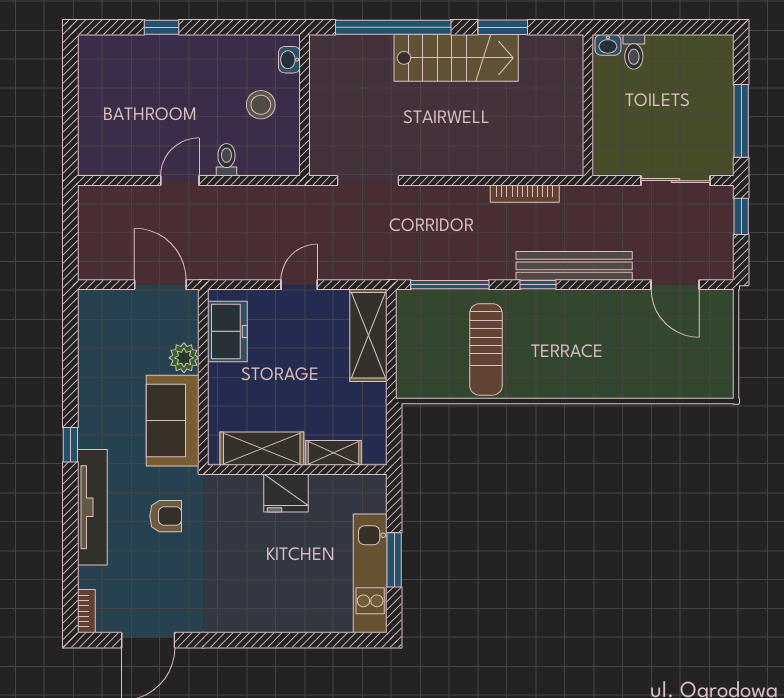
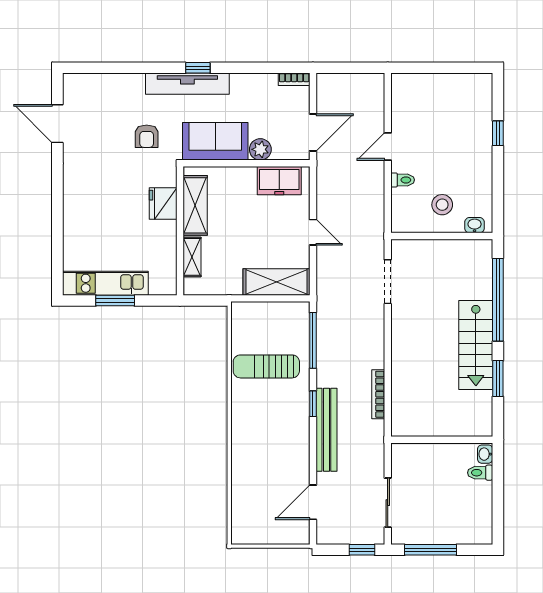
door: (180, 181) -> (388, 146), swing flipped
fridge: (286, 493) -> (163, 203), moved
tv unit: (92, 507) -> (187, 84), moved
bookcase: (86, 611) -> (294, 79), moved

